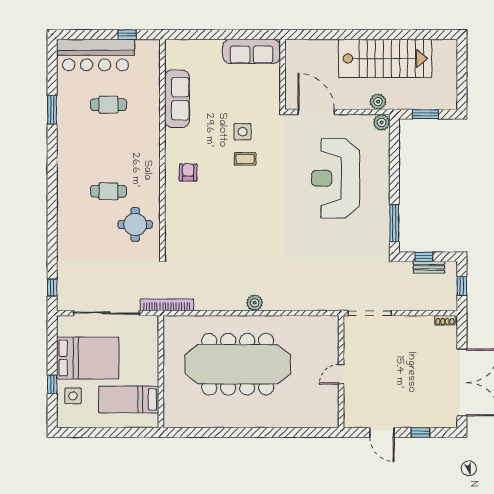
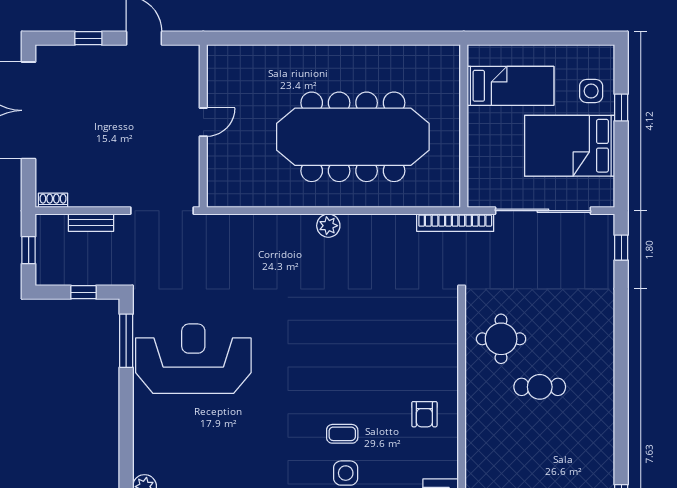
reception desk: (336, 178) -> (193, 359), moved, turned -90
bench: (429, 267) -> (91, 223), moved

